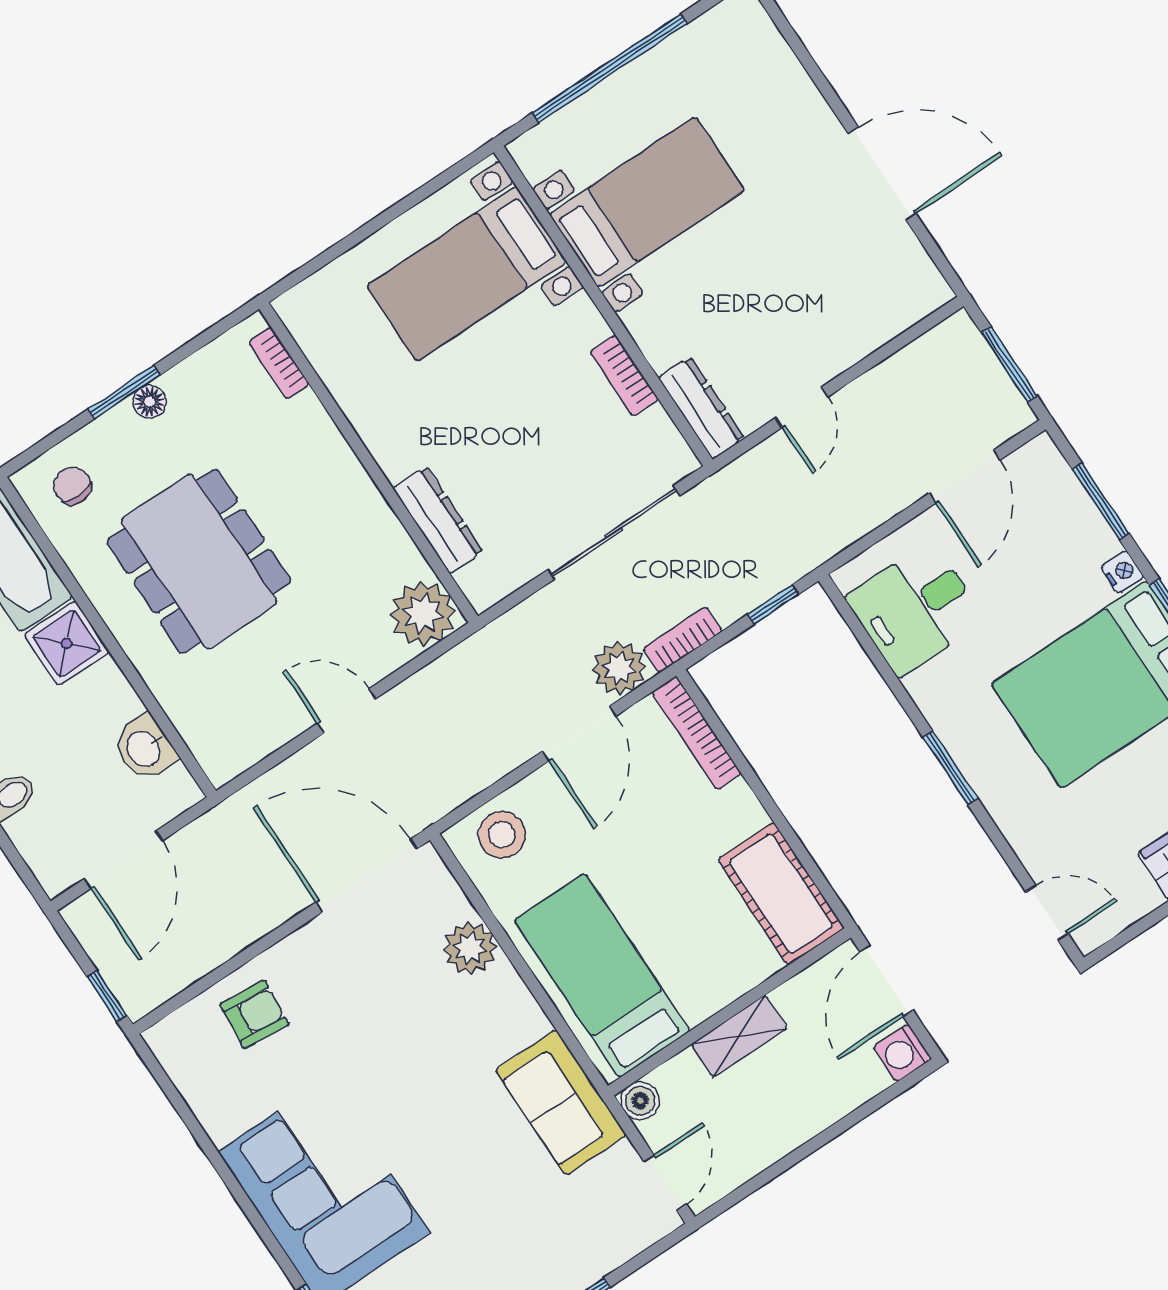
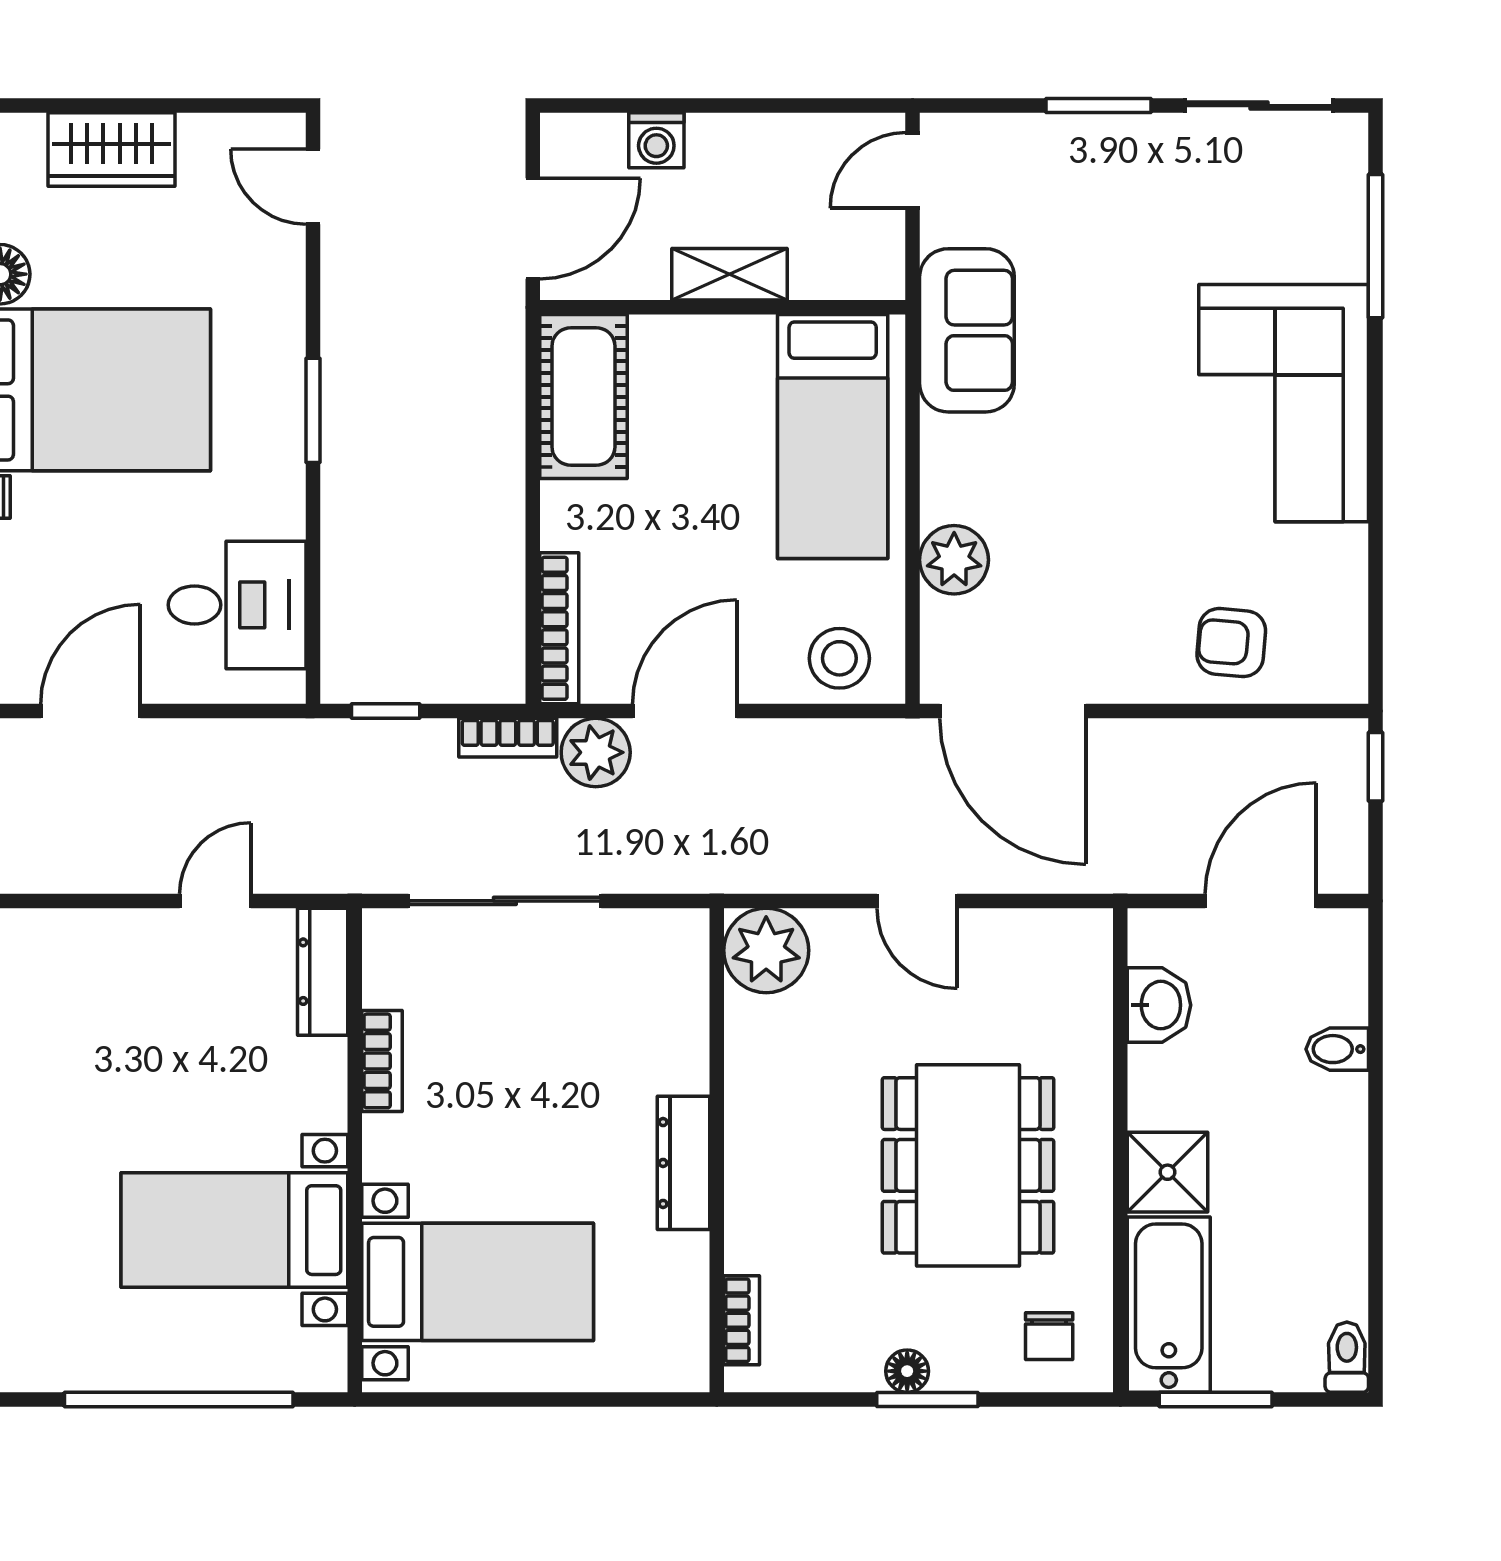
dresser: (438, 520) -> (683, 1163), moved
washing machine: (902, 1053) -> (656, 140), moved, turned 90
boiler: (640, 1101) -> (881, 276), removed

